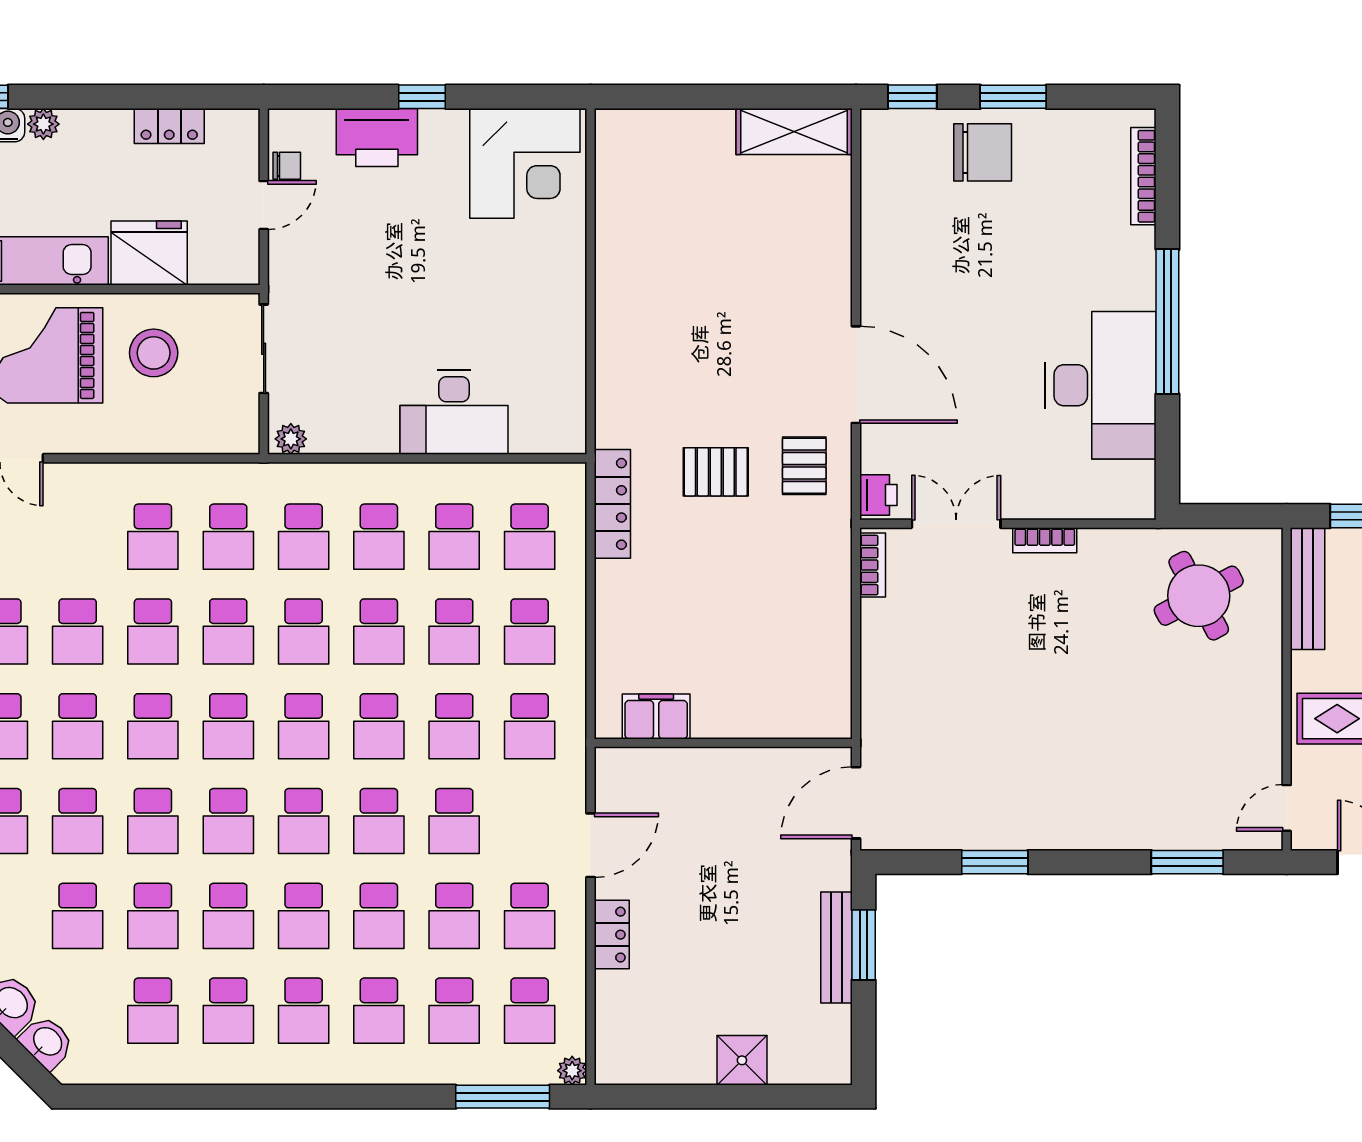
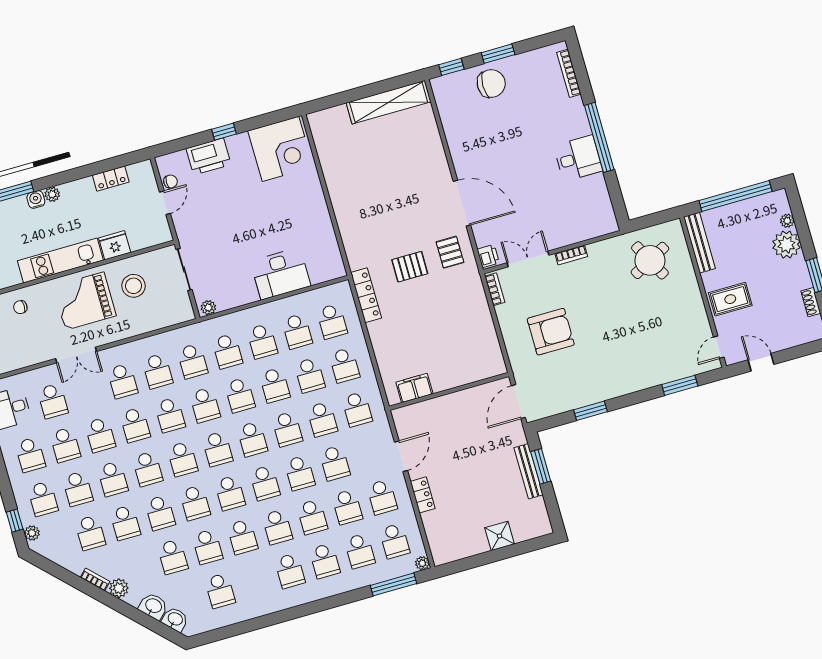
shelving: (794, 132) -> (389, 102), width x1.47
fridge: (149, 253) -> (115, 245), width x0.73, depth x0.75
desk: (1101, 385) -> (578, 158), width x0.53, depth x0.77
armchair: (960, 682) -> (551, 332), added
school desk: (228, 1011) -> (123, 381), moved

